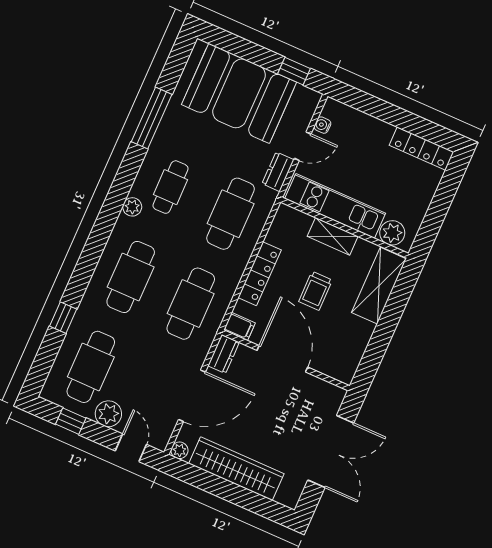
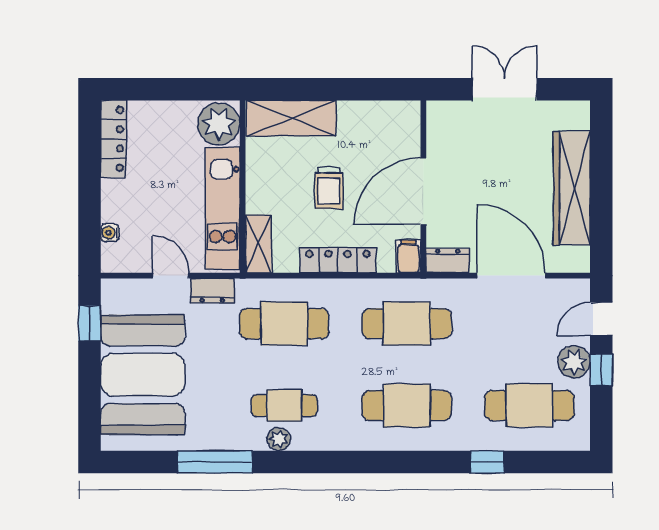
water cooler: (322, 125) -> (110, 233), moved, turned 90
plant: (132, 207) -> (279, 439), moved
plant: (392, 233) -> (219, 124), width x1.36, depth x1.36
shelving: (333, 236) -> (258, 244), moved
trolley: (315, 291) -> (329, 188), turned 90
window: (71, 421) -> (601, 370), moved
plant: (179, 450) -> (580, 262), removed
double door: (331, 452) -> (505, 89), width x0.73

